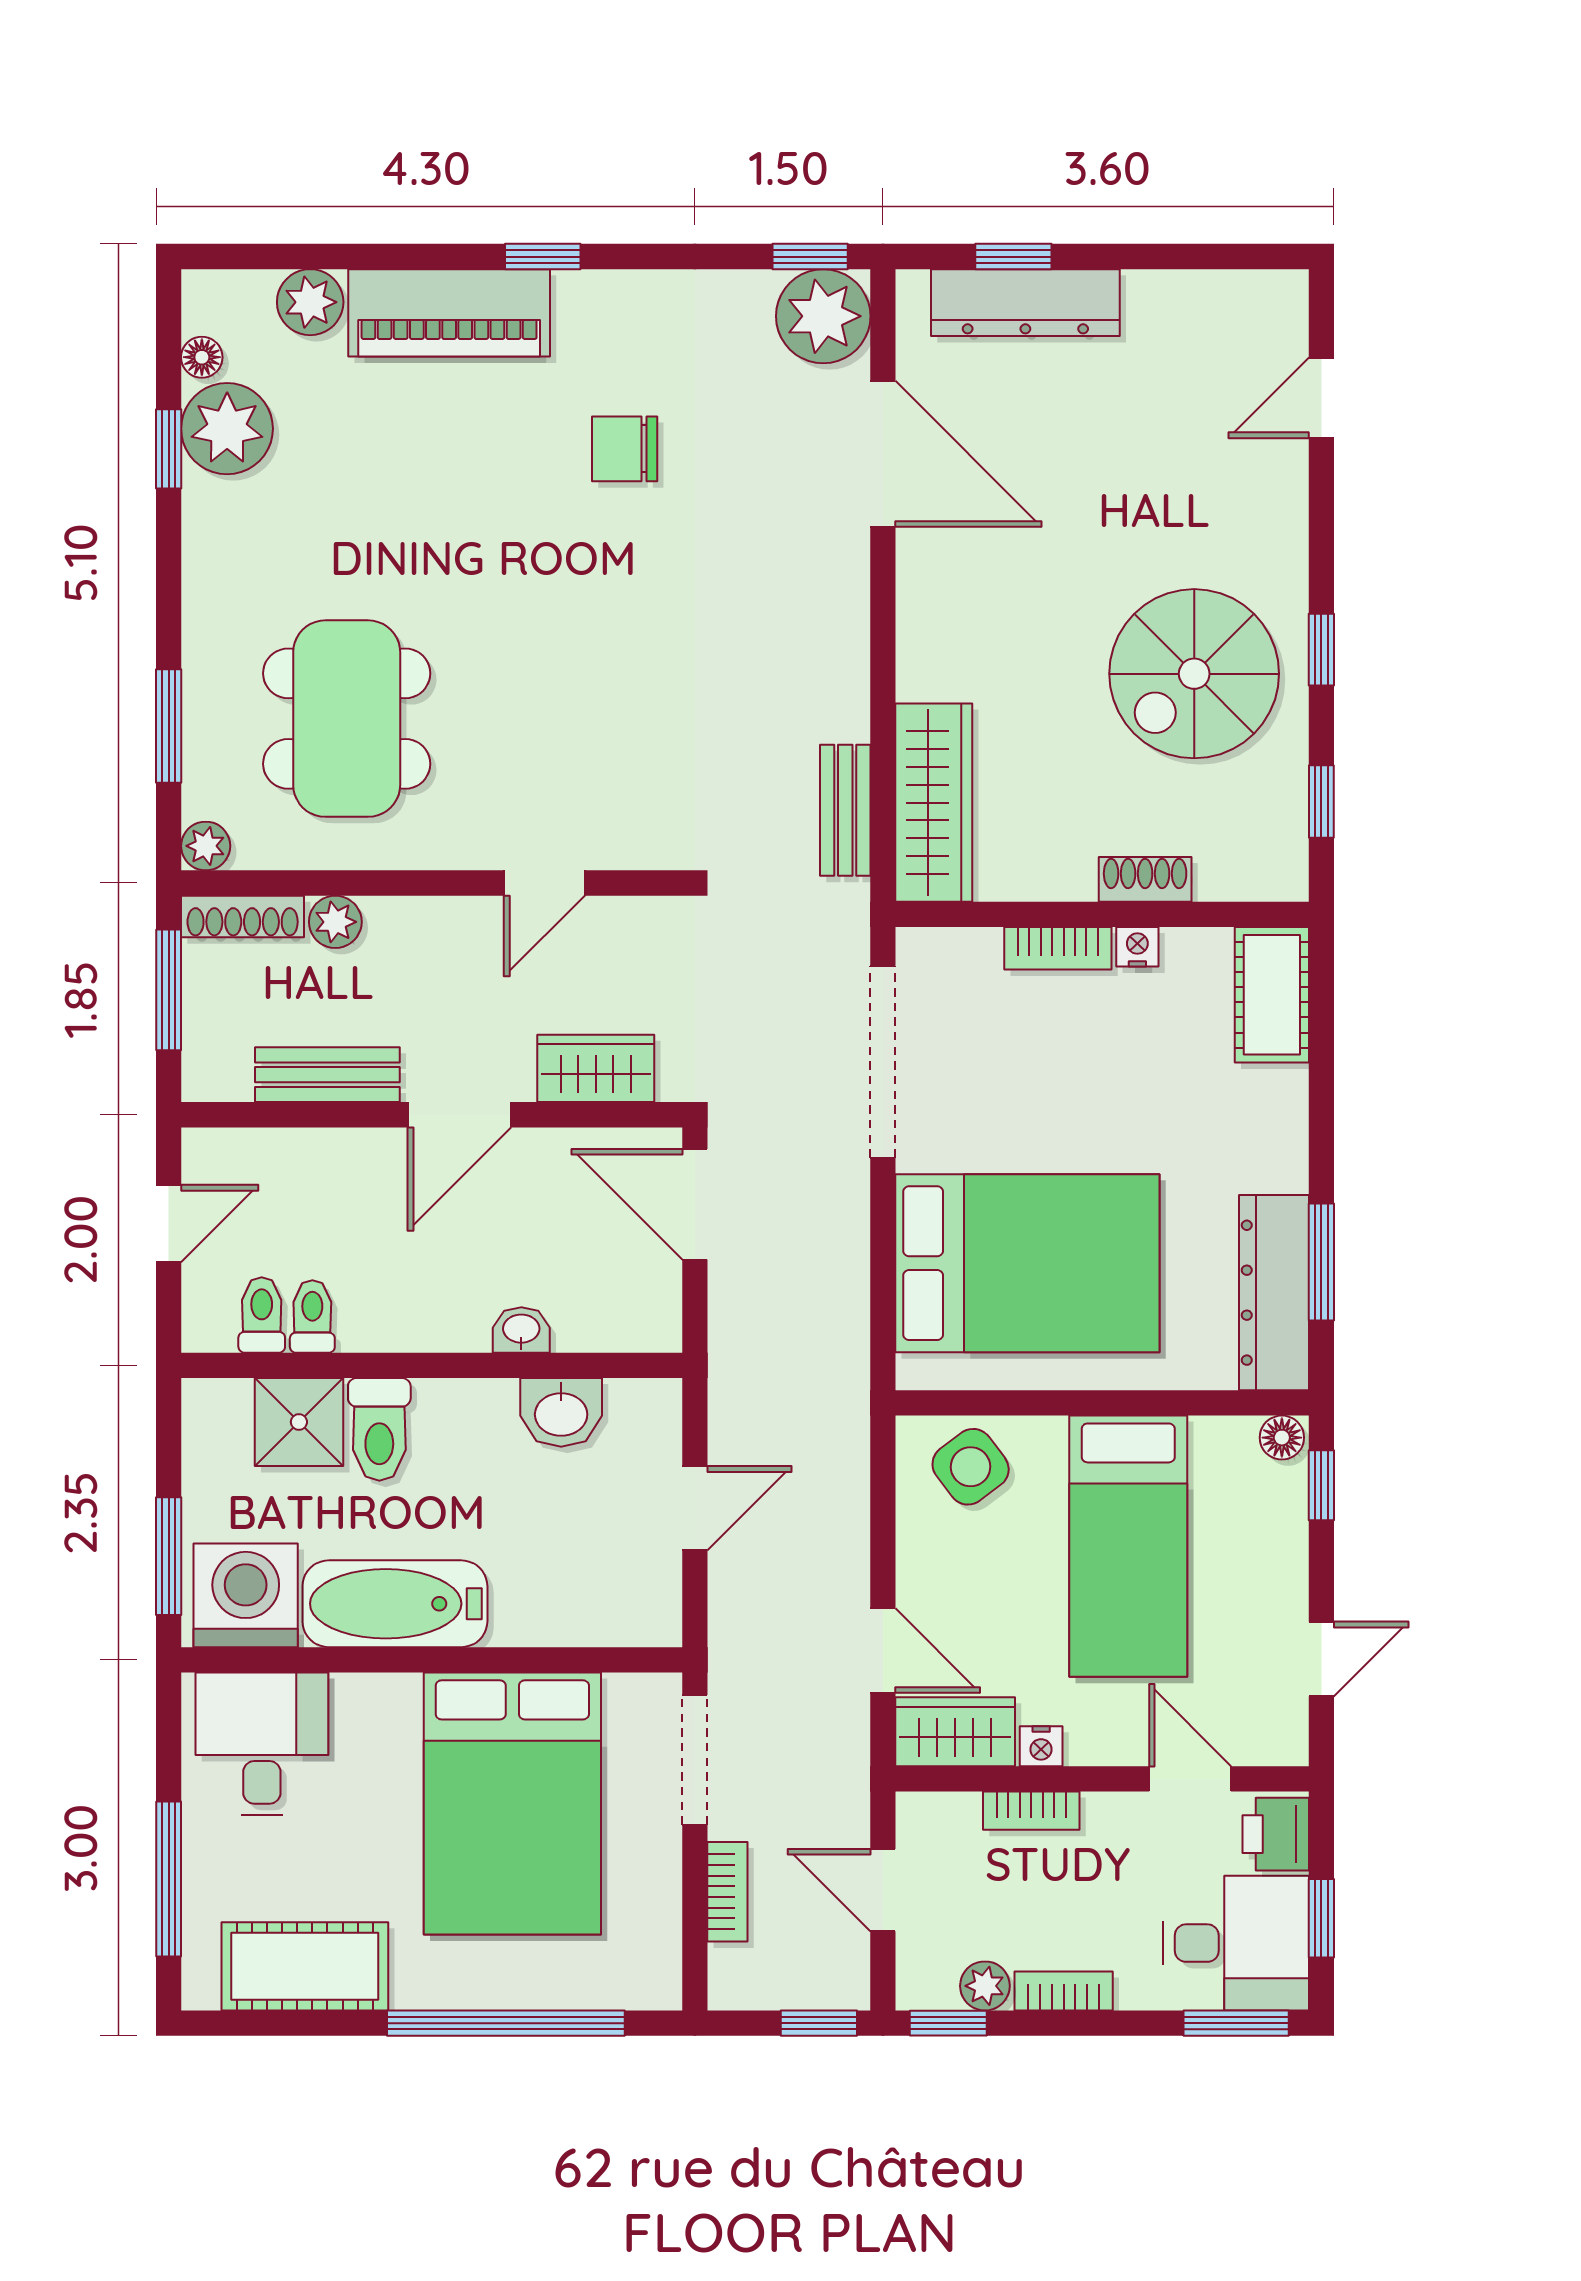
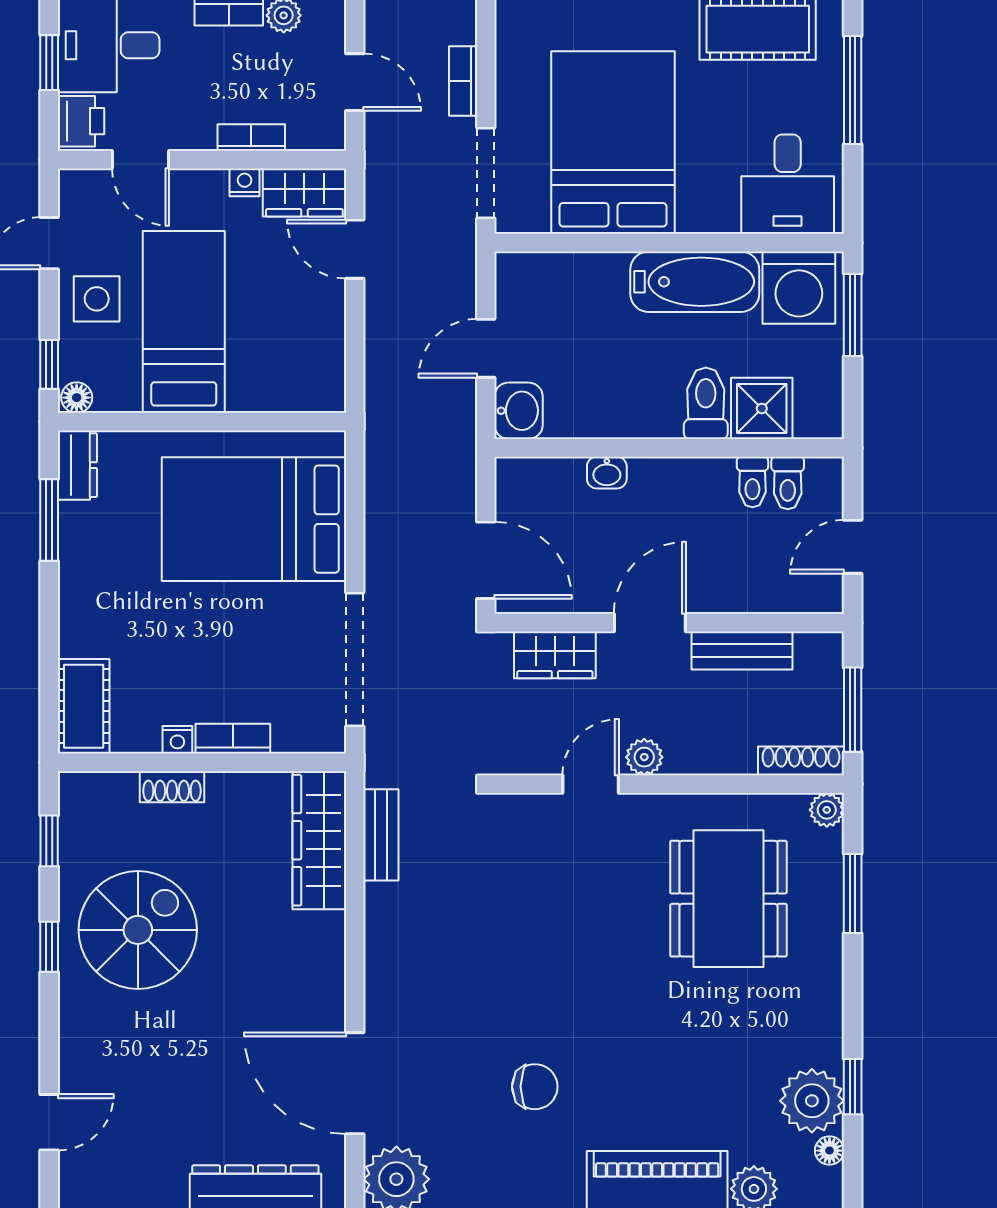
plant: (335, 922) -> (644, 757), moved
dresser: (1274, 1293) -> (77, 465), width x0.51, depth x0.80
washbasin: (561, 1412) -> (519, 411), moved, turned 90
side table: (971, 1467) -> (97, 299), moved, turned 37

